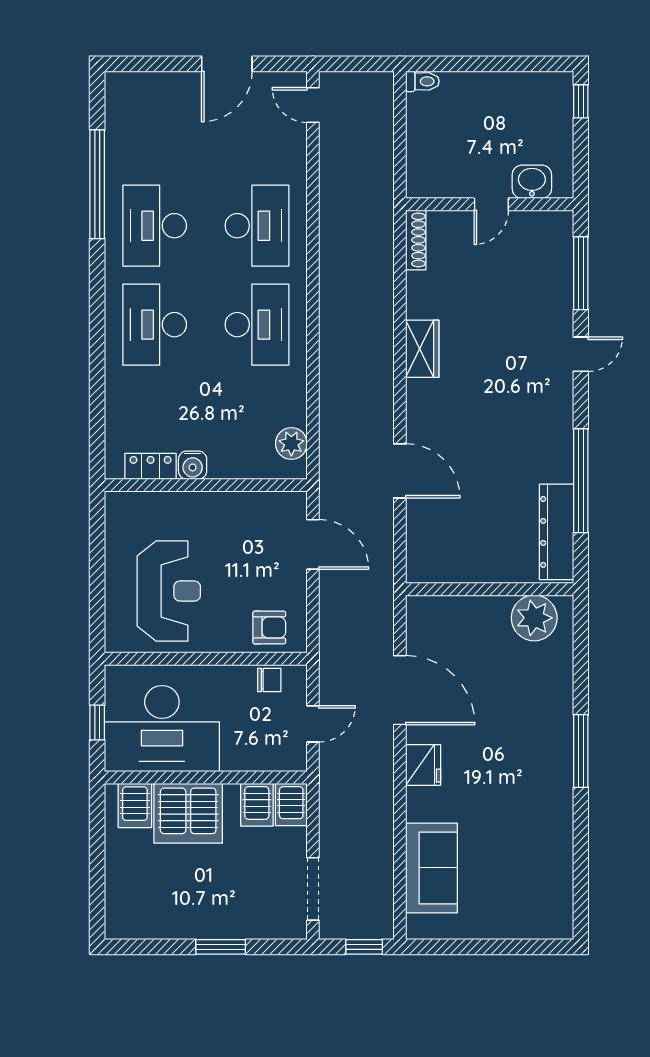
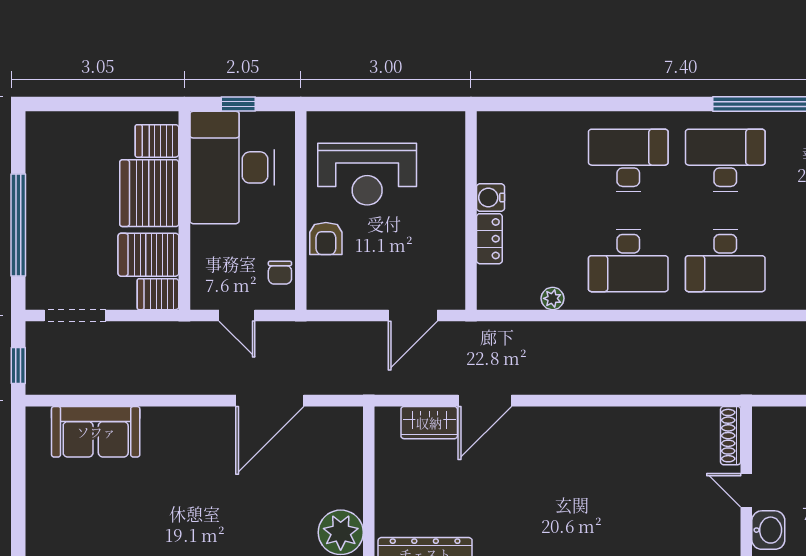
shoe rack: (416, 240) -> (731, 436), moved, turned 90
wardrobe: (422, 349) -> (429, 423), moved
plant: (291, 443) -> (553, 298), moved, width x0.73, depth x0.73
locker: (151, 466) -> (489, 239), moved
armchair: (269, 627) -> (326, 239), moved
fridge: (423, 765) -> (197, 423), removed
server rack: (257, 805) -> (148, 255), width x1.36, depth x1.44
window: (221, 947) -> (18, 225), width x2.11

